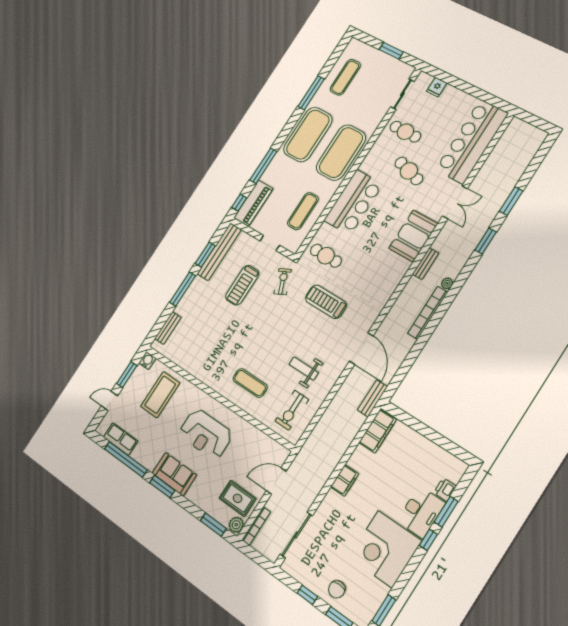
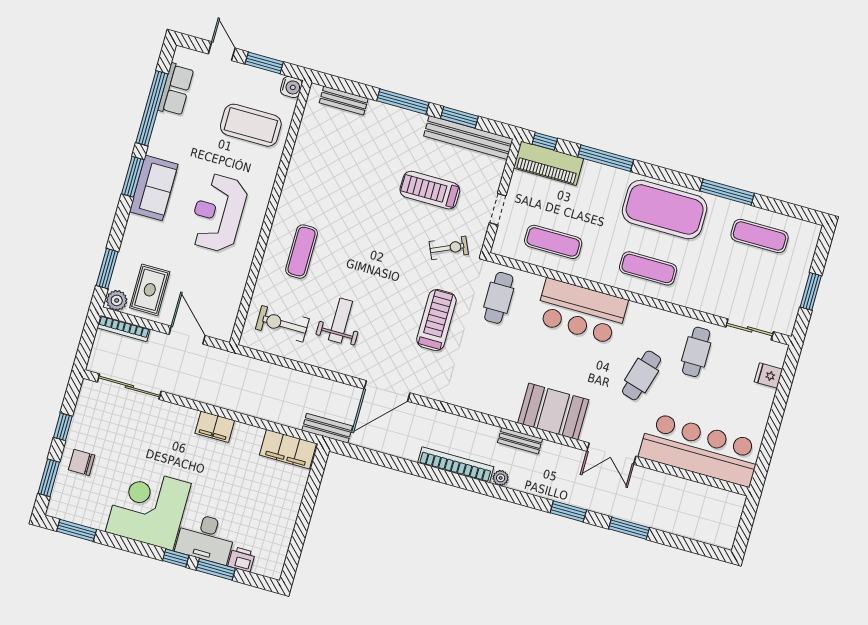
exercise mat: (341, 153) -> (648, 268), width x0.50, depth x0.69

